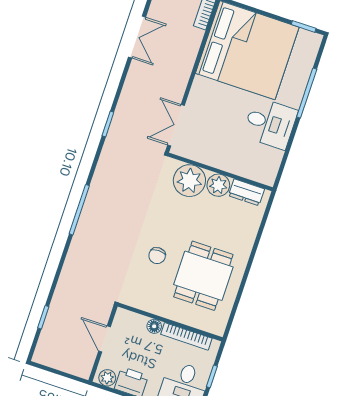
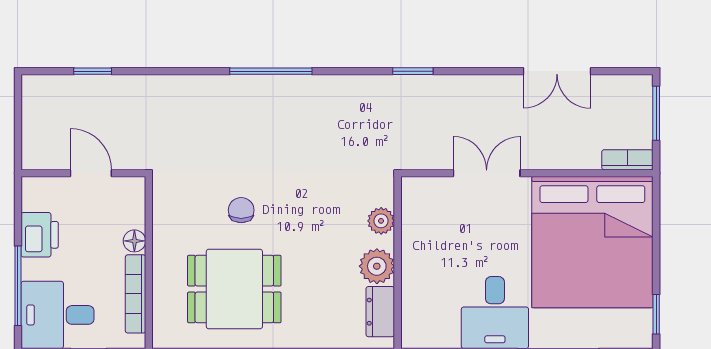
double door: (176, 125) -> (487, 173), moved
plant: (189, 181) -> (381, 221), width x0.53, depth x0.53
chair: (157, 256) -> (241, 210), turned 90
door: (105, 339) -> (91, 173), hinge flipped
plant: (107, 378) -> (34, 197), removed

